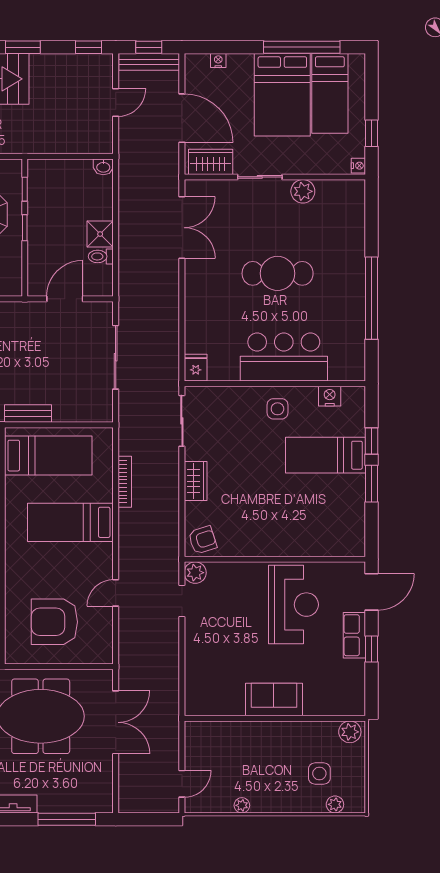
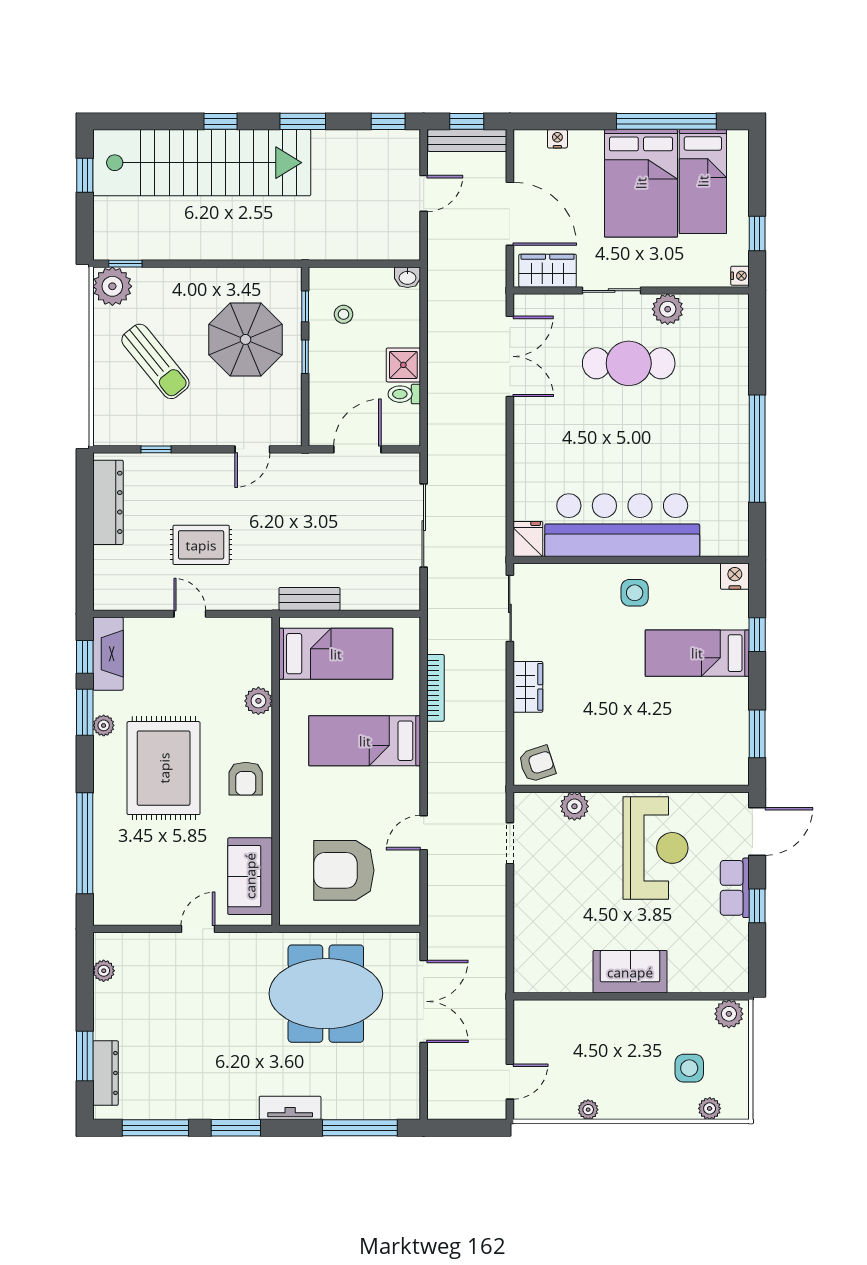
stool: (54, 195) -> (344, 314), added
cafe table: (278, 273) -> (629, 363), moved
bar counter: (284, 357) -> (622, 525), width x1.36
nightstand: (330, 396) -> (735, 576), moved
window: (371, 484) -> (757, 734), moved
plant: (195, 573) -> (574, 806), moved

